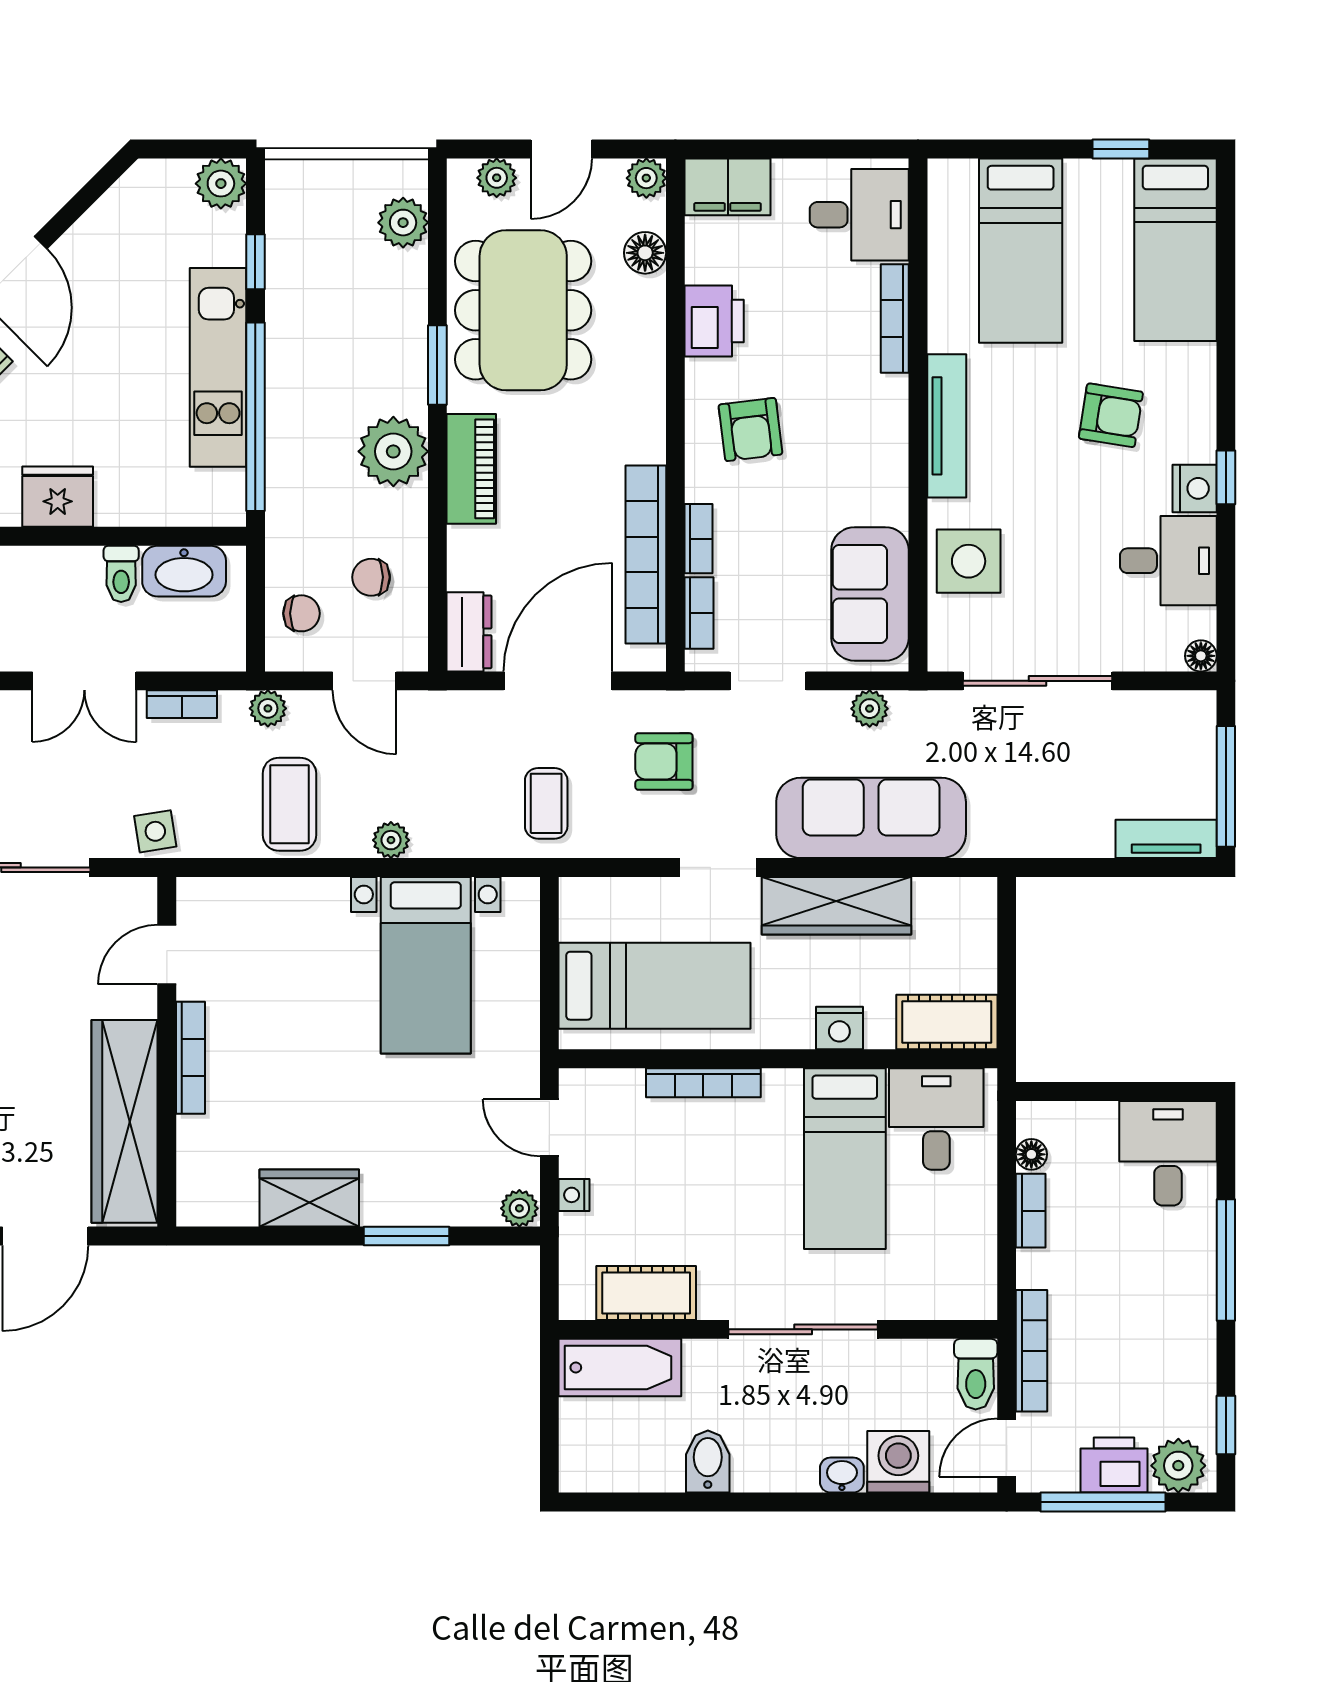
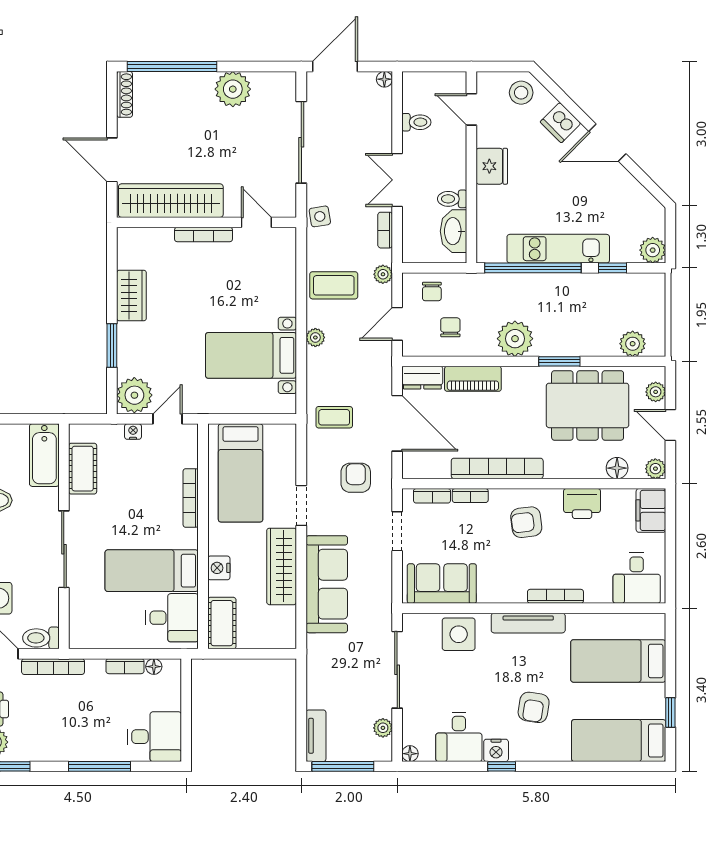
bookcase: (895, 319) -> (555, 596), moved
piano: (471, 469) -> (473, 379), moved
bookcase: (646, 555) -> (497, 468), moved
plant: (870, 709) -> (383, 728), moved
plant: (519, 1208) -> (134, 395), width x1.88, depth x1.88

